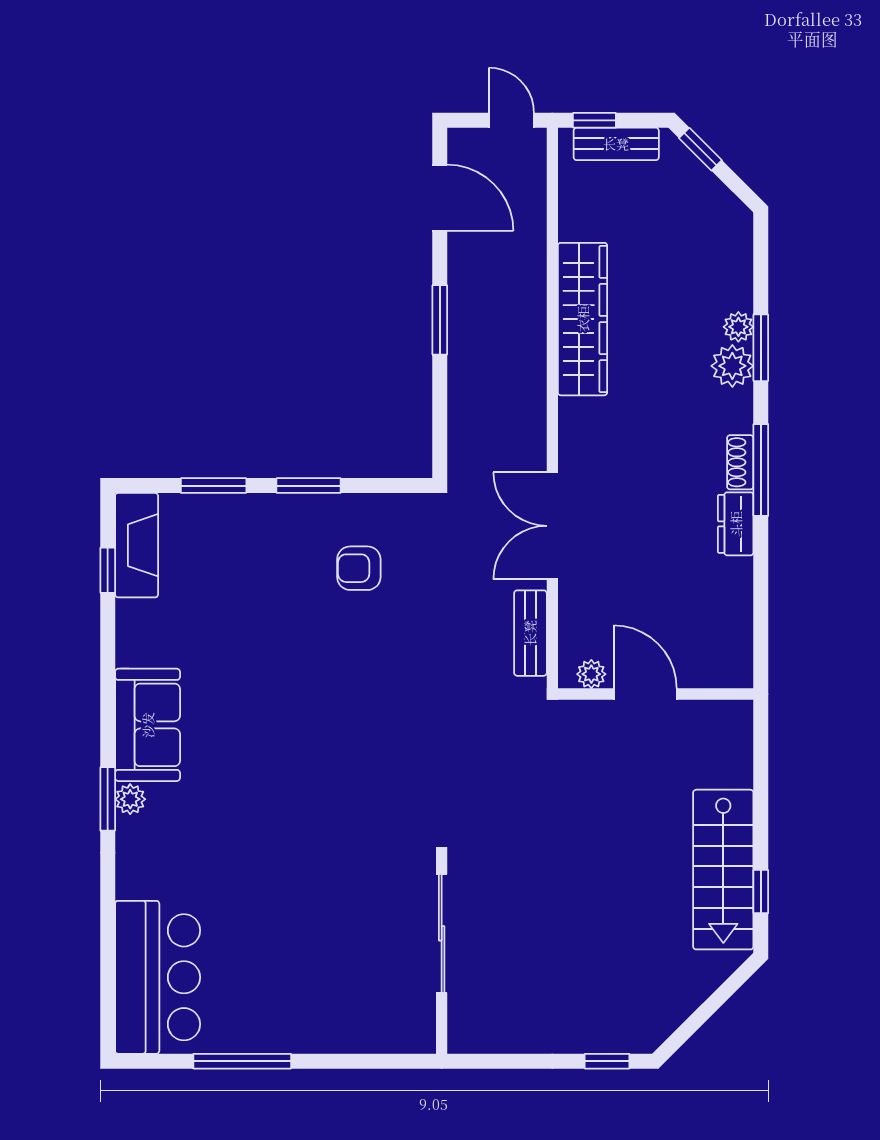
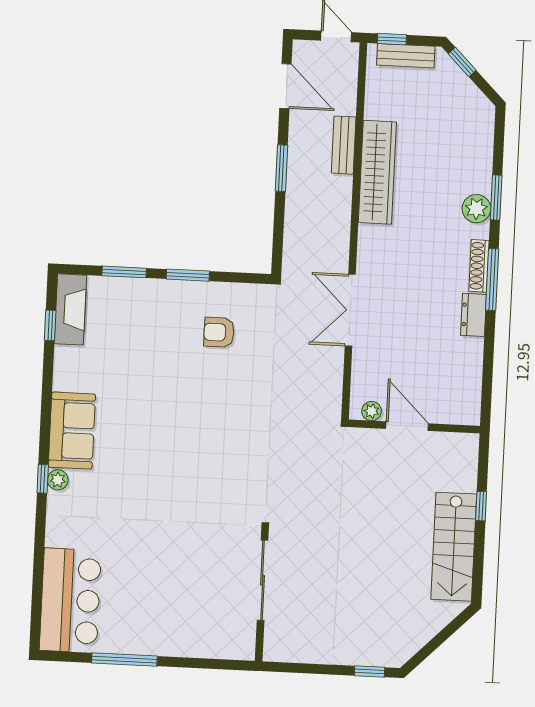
plant: (738, 327) -> (482, 183), removed
shoe rack: (740, 462) -> (479, 266), width x1.43
bench: (530, 633) -> (344, 145), moved
window: (108, 799) -> (43, 479), width x0.67
window: (761, 892) -> (481, 506), moved

